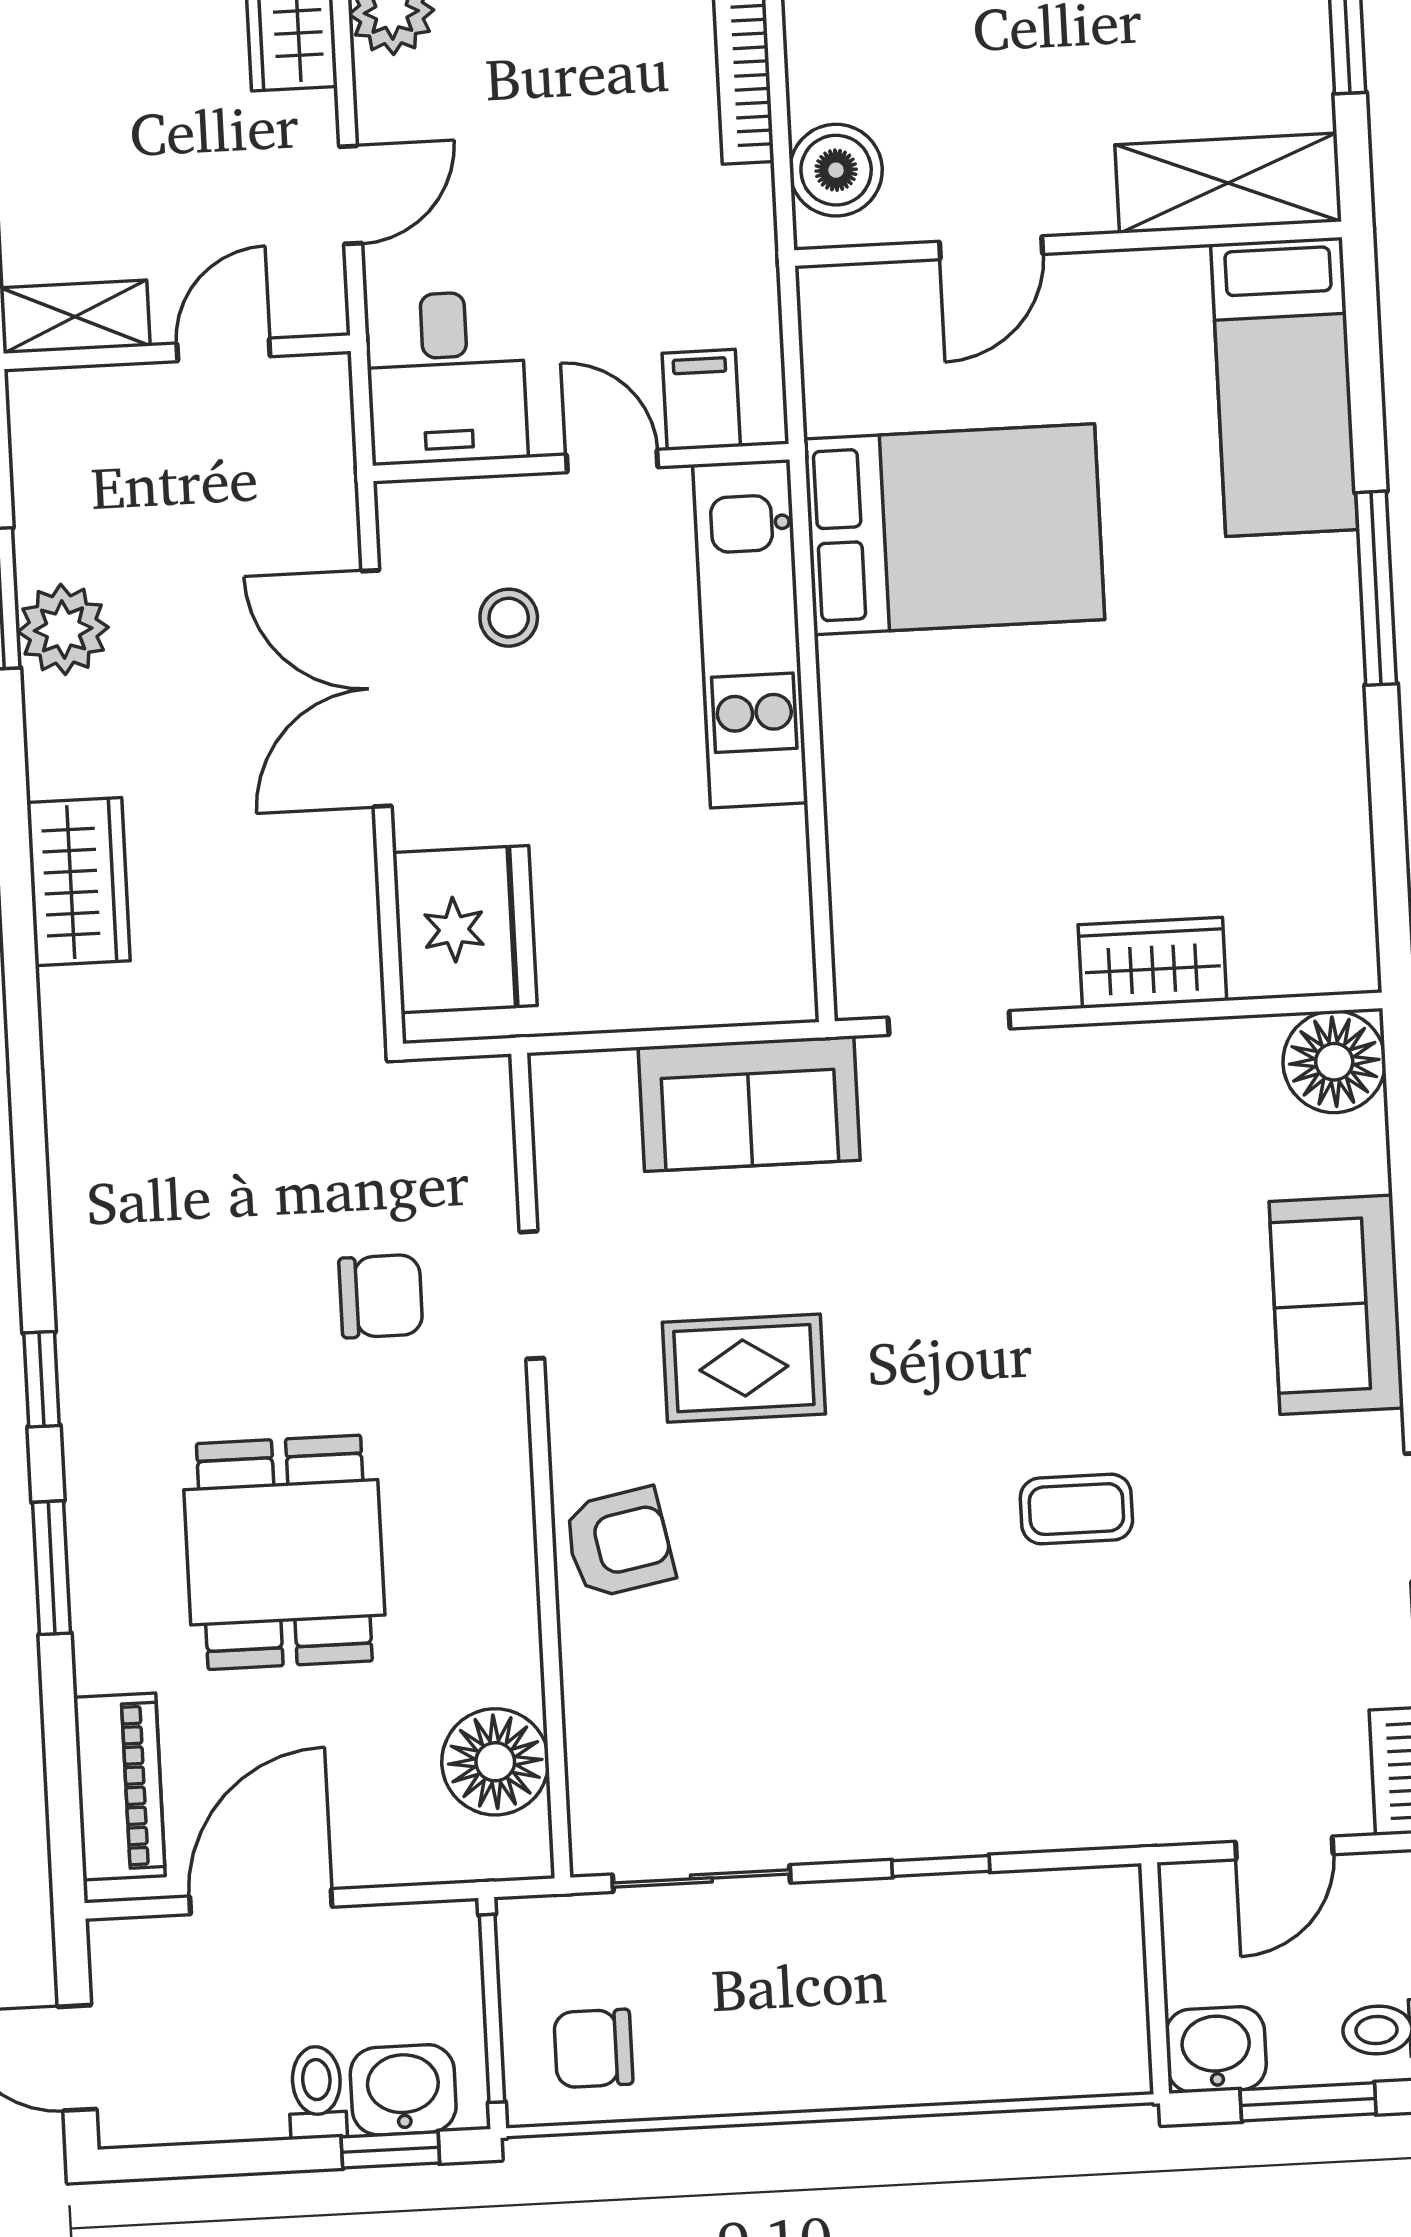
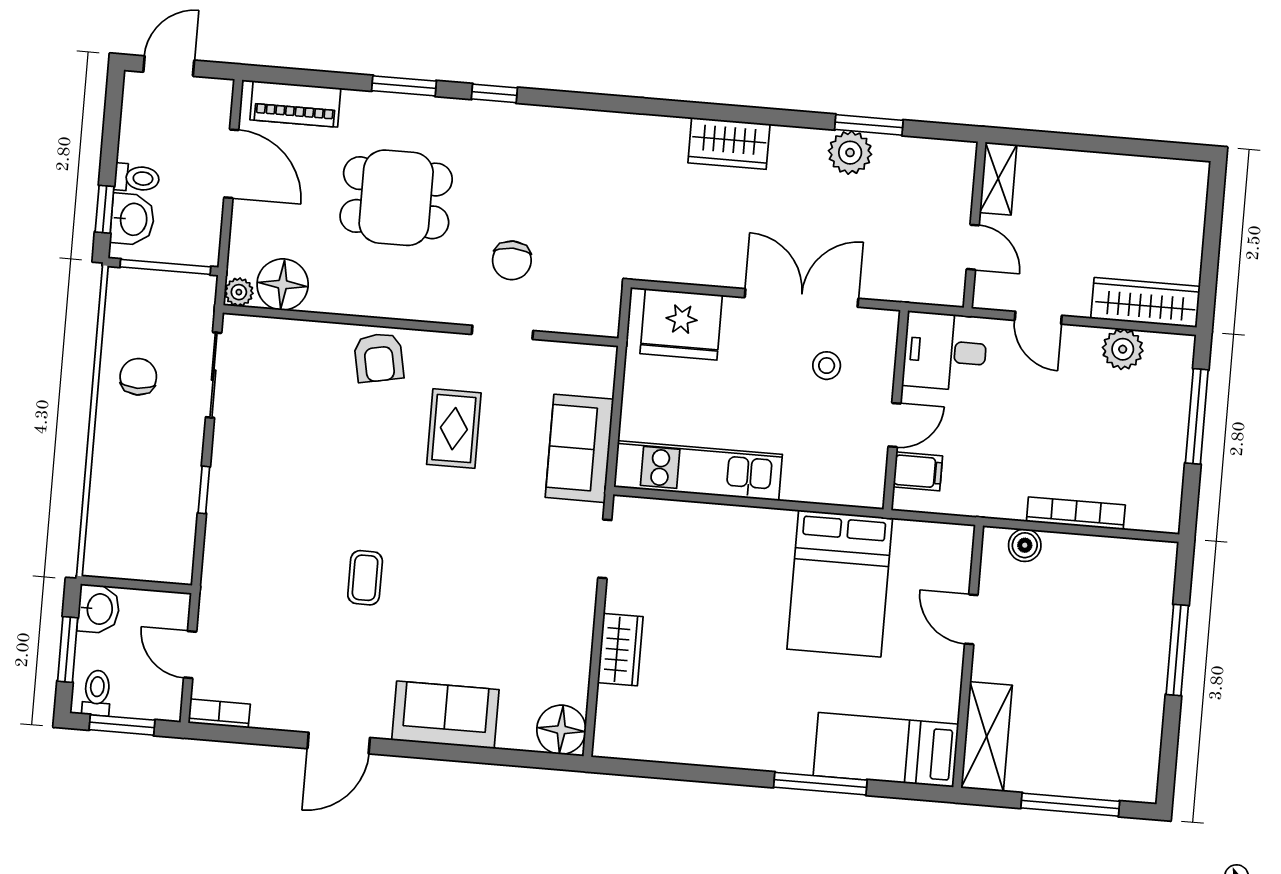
boiler: (836, 170) -> (1025, 545), width x0.73, depth x0.73
window: (1376, 588) -> (820, 784), moved
kitchen unit: (750, 634) -> (698, 471), moved
plant: (523, 1850) -> (239, 292), added
chair: (593, 2048) -> (138, 377), moved

